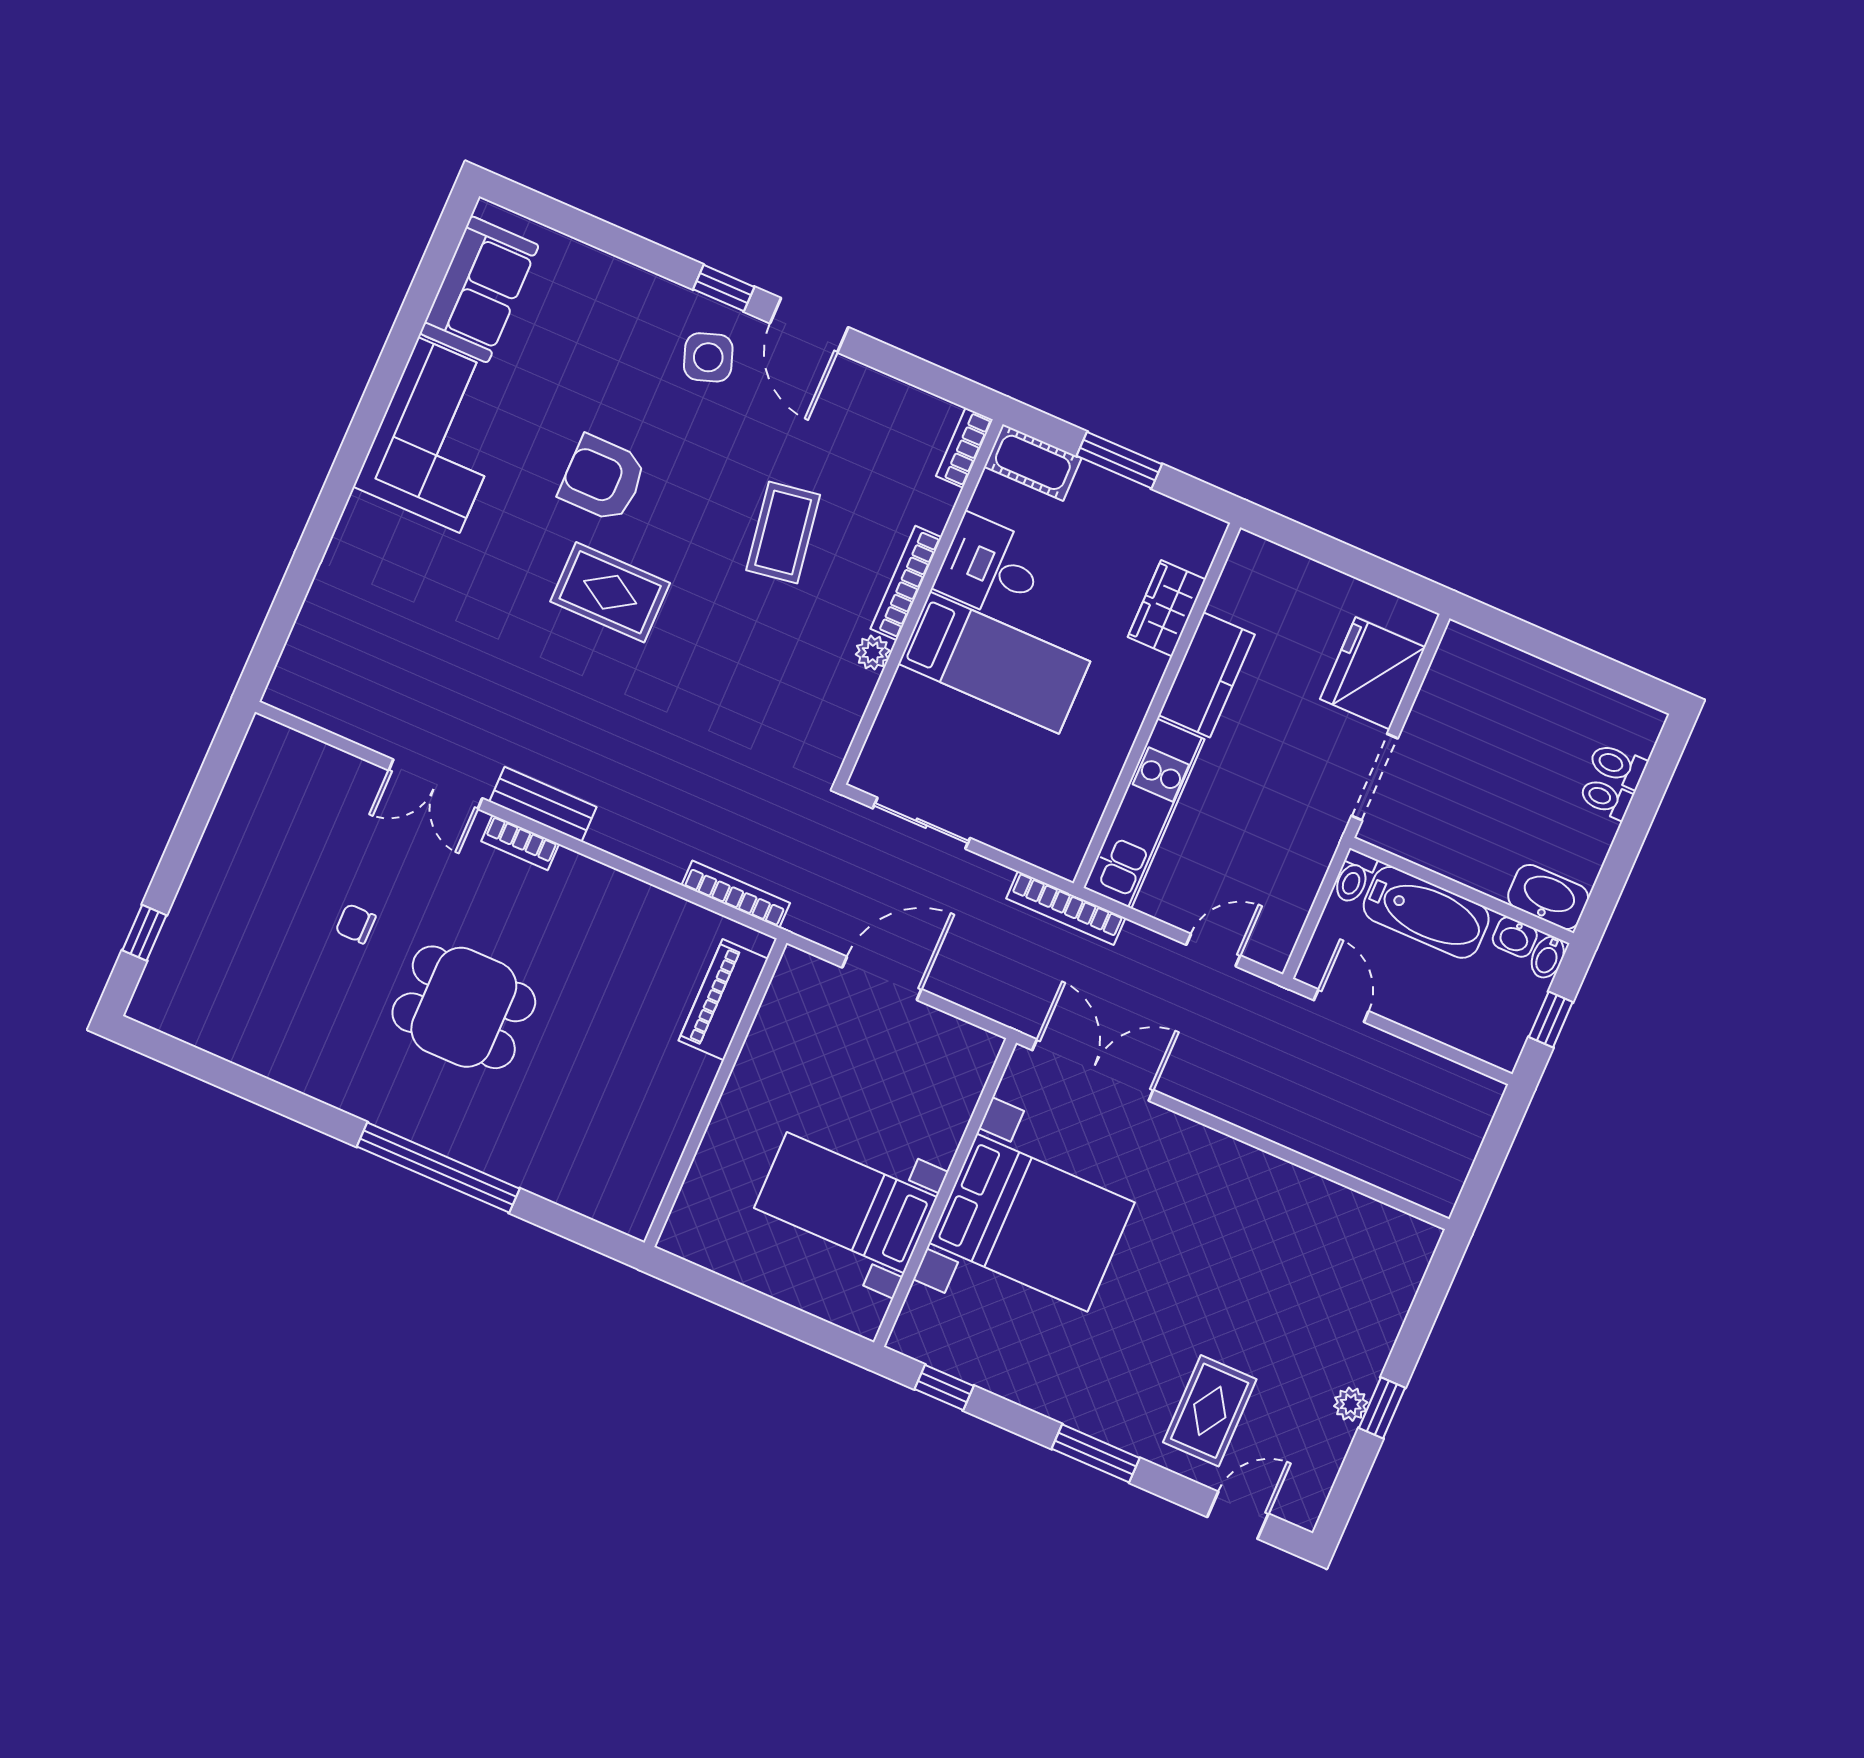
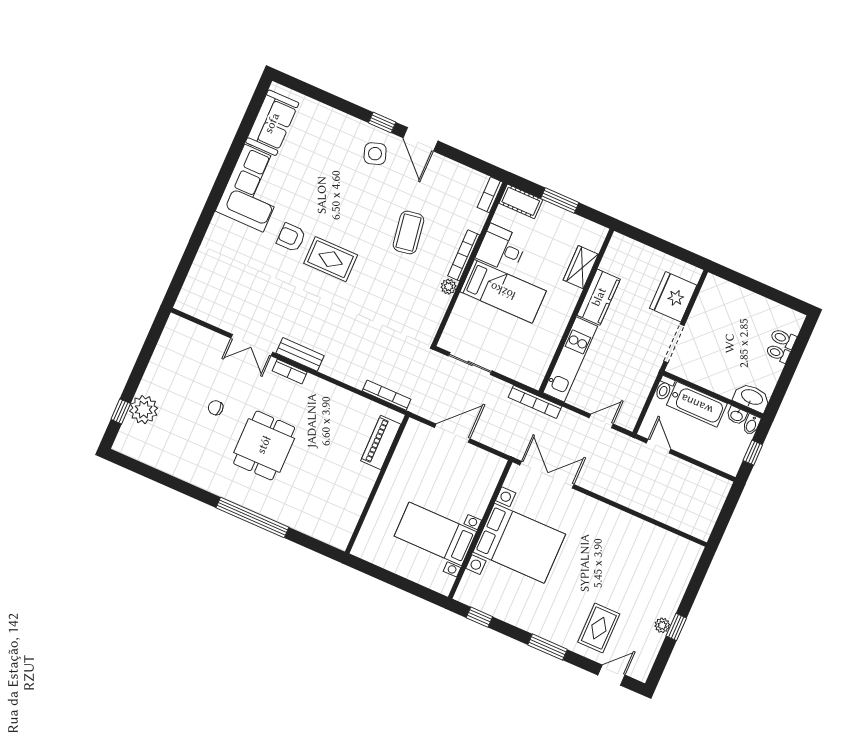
armchair: (603, 479) -> (291, 237), moved, width x0.72, depth x0.72
plant: (196, 928) -> (144, 410), added
dining table: (464, 1007) -> (264, 445), turned 90

